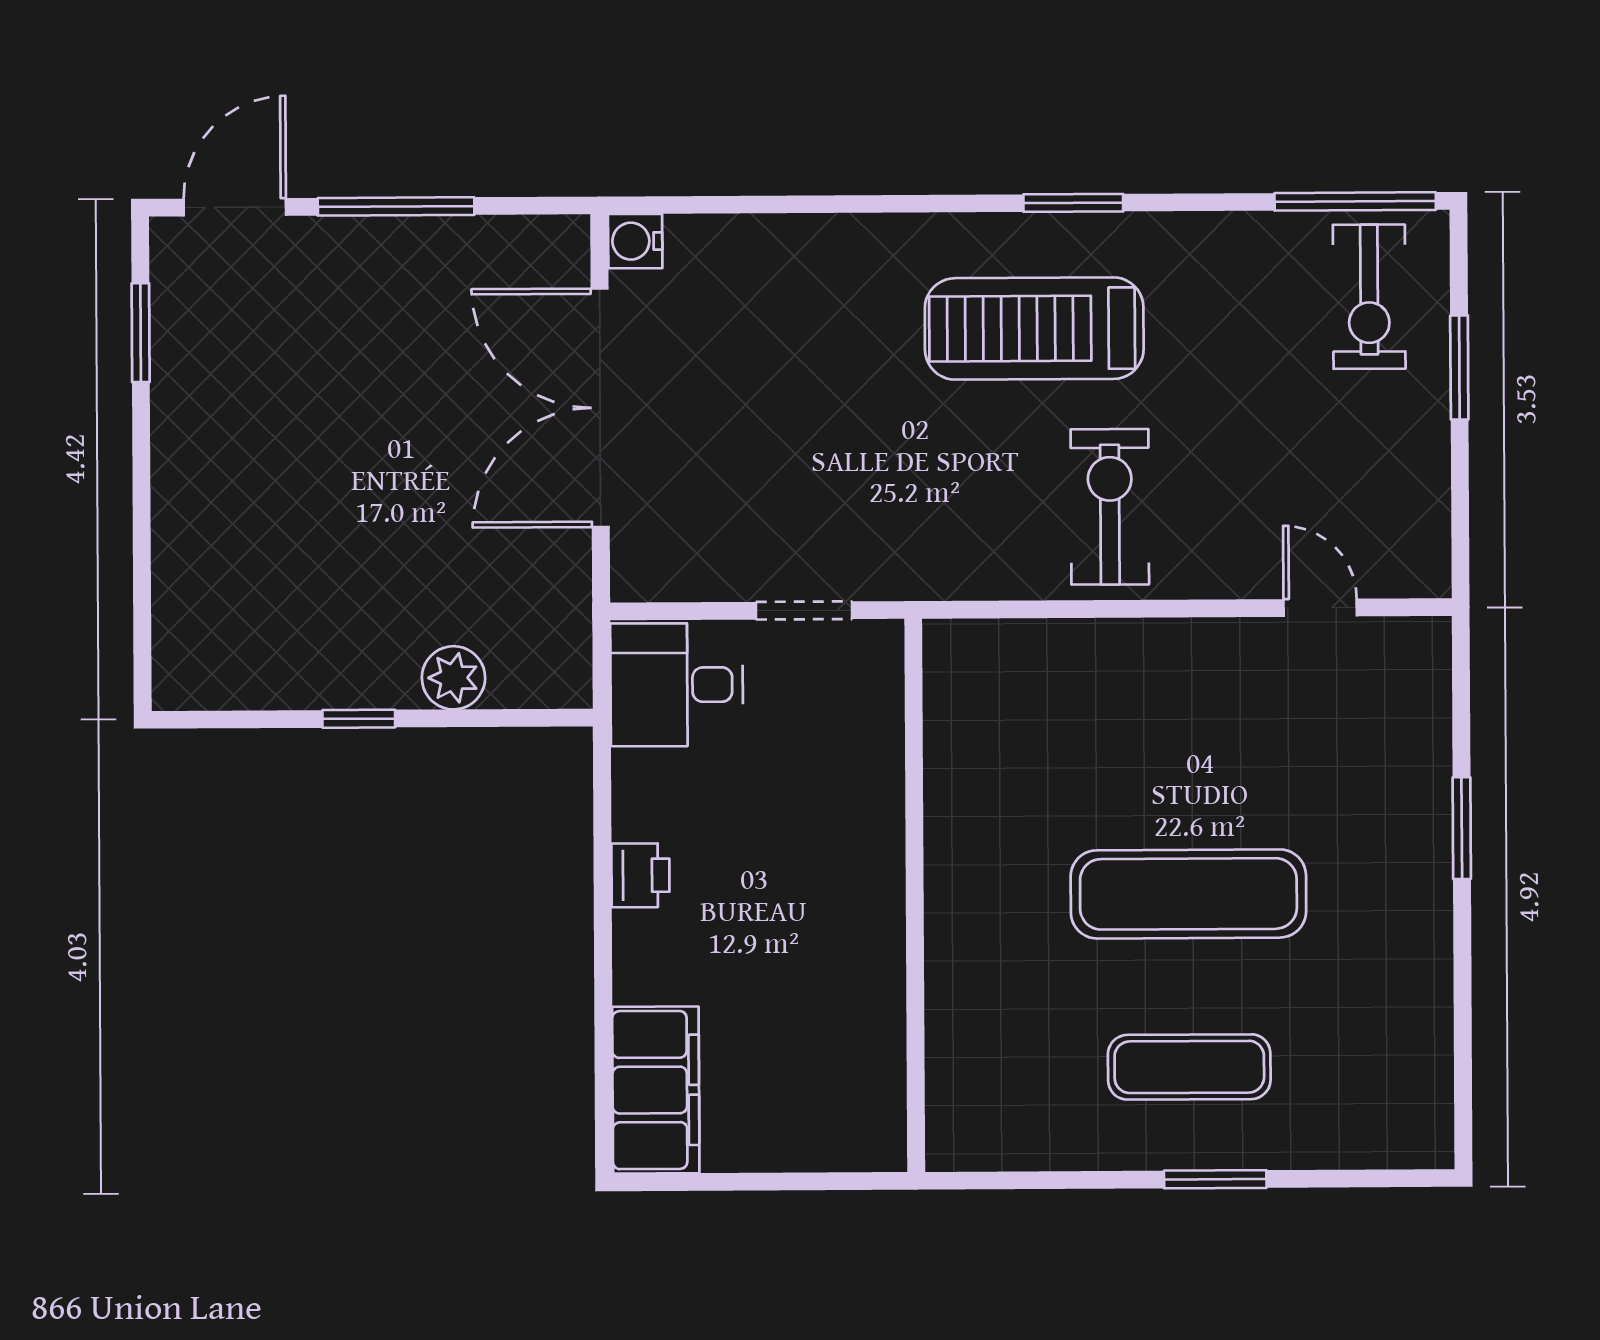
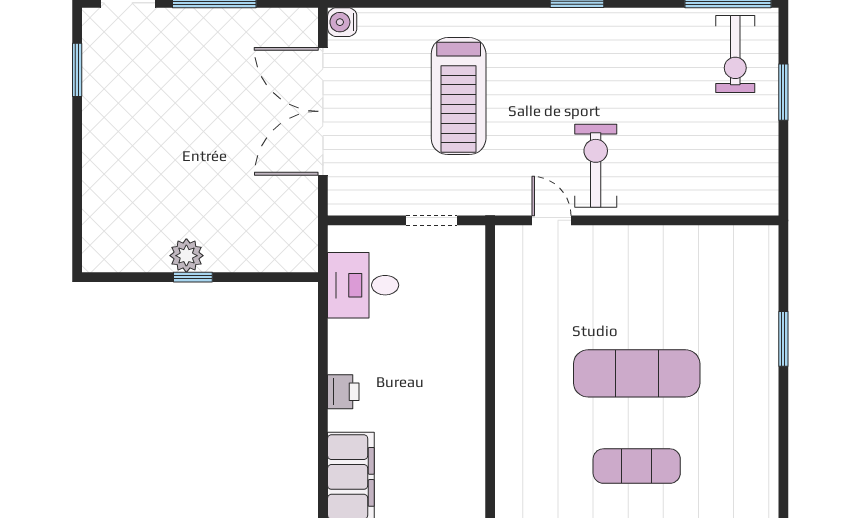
treadmill: (1034, 329) -> (459, 96), moved, turned -90
door: (1320, 608) -> (551, 220), moved
plant: (453, 678) -> (186, 256), moved
desk: (677, 685) -> (363, 285), moved
printer: (640, 875) -> (343, 392), moved

